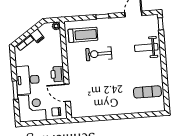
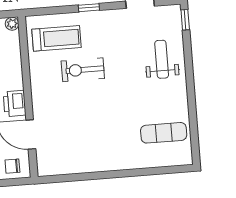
weight bench: (146, 48) -> (162, 59), turned 90

